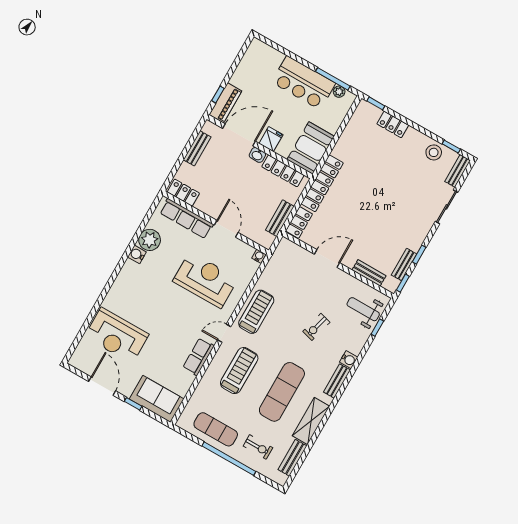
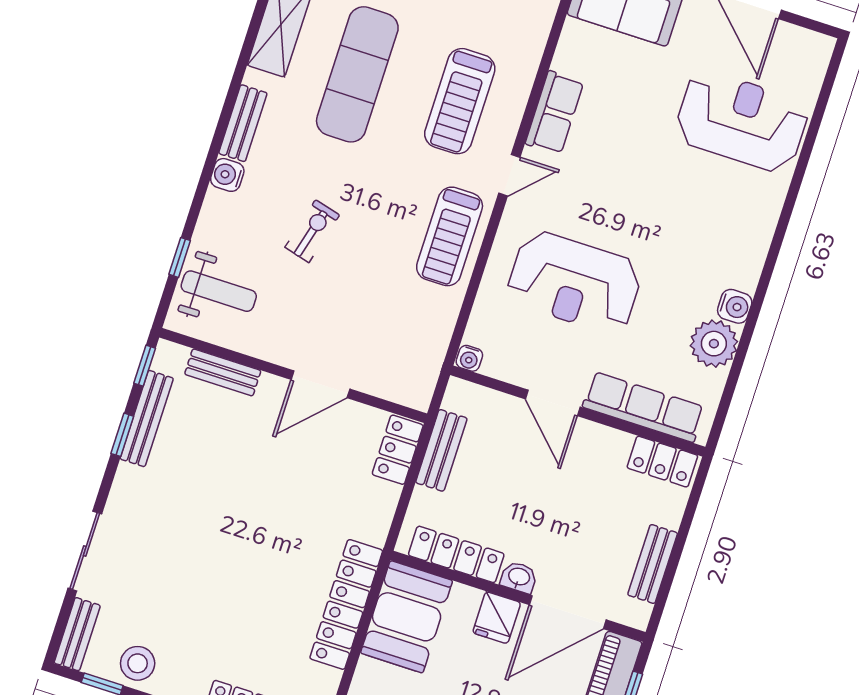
locker: (322, 183) -> (346, 604), moved
bench: (404, 264) -> (147, 419), width x1.36

